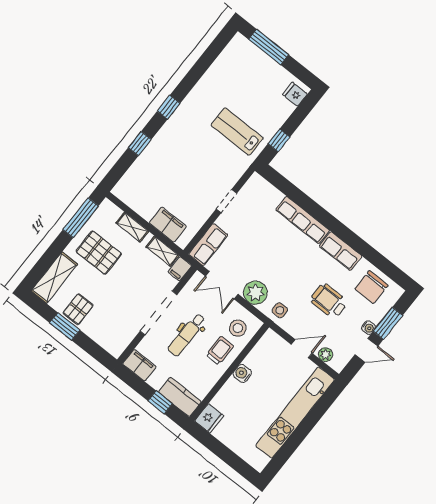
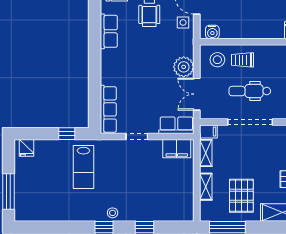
stool: (175, 125) -> (113, 213), added
row of seats: (303, 220) -> (108, 109), moved
filing cabinet: (168, 225) -> (177, 149), moved, turned -90
double door: (222, 285) -> (197, 94), swing flipped
side table: (280, 310) -> (183, 22), moved
dental chair: (187, 335) -> (250, 91), turned 180
water cooler: (242, 373) -> (212, 32), moved

